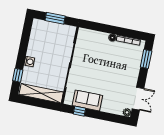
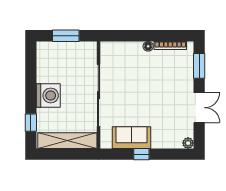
washing machine: (29, 62) -> (48, 95), width x1.89, depth x1.89
double door: (138, 99) -> (199, 108), moved
window: (79, 111) -> (141, 154), moved

